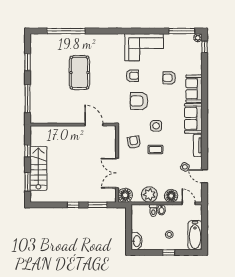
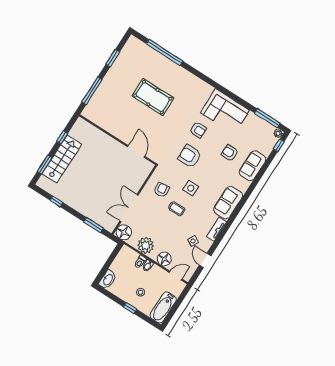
pool table: (79, 73) -> (153, 97), turned 90
sofa: (194, 89) -> (253, 166), moved
door: (189, 203) -> (176, 276), hinge flipped
window: (73, 205) -> (57, 201), moved

